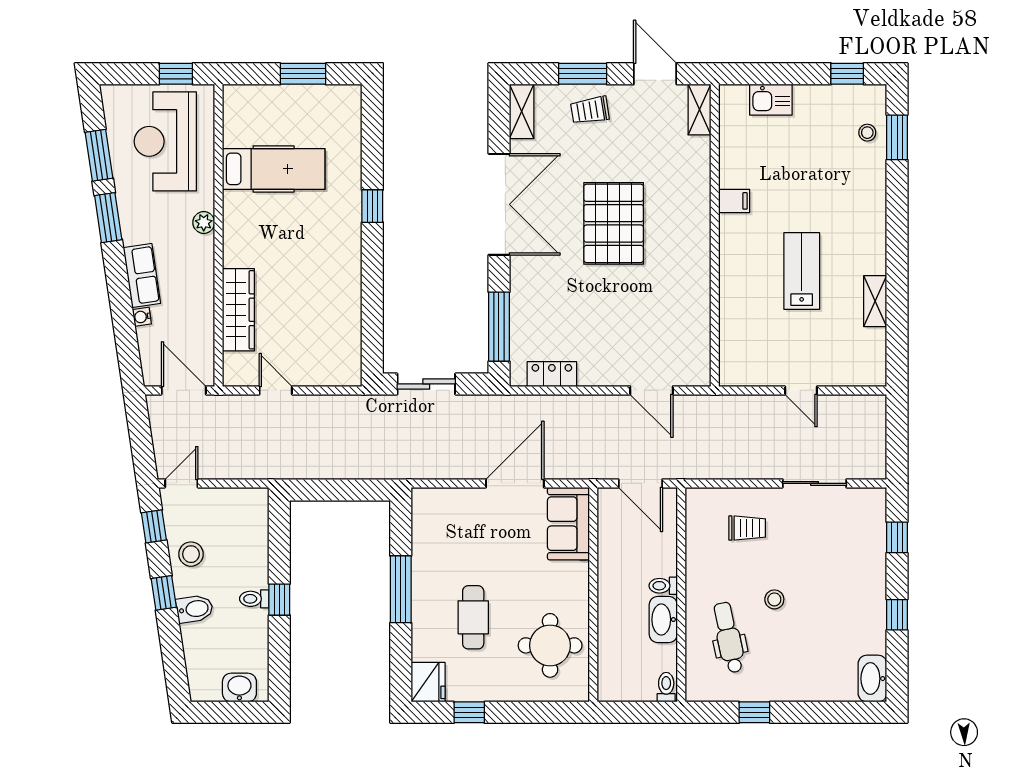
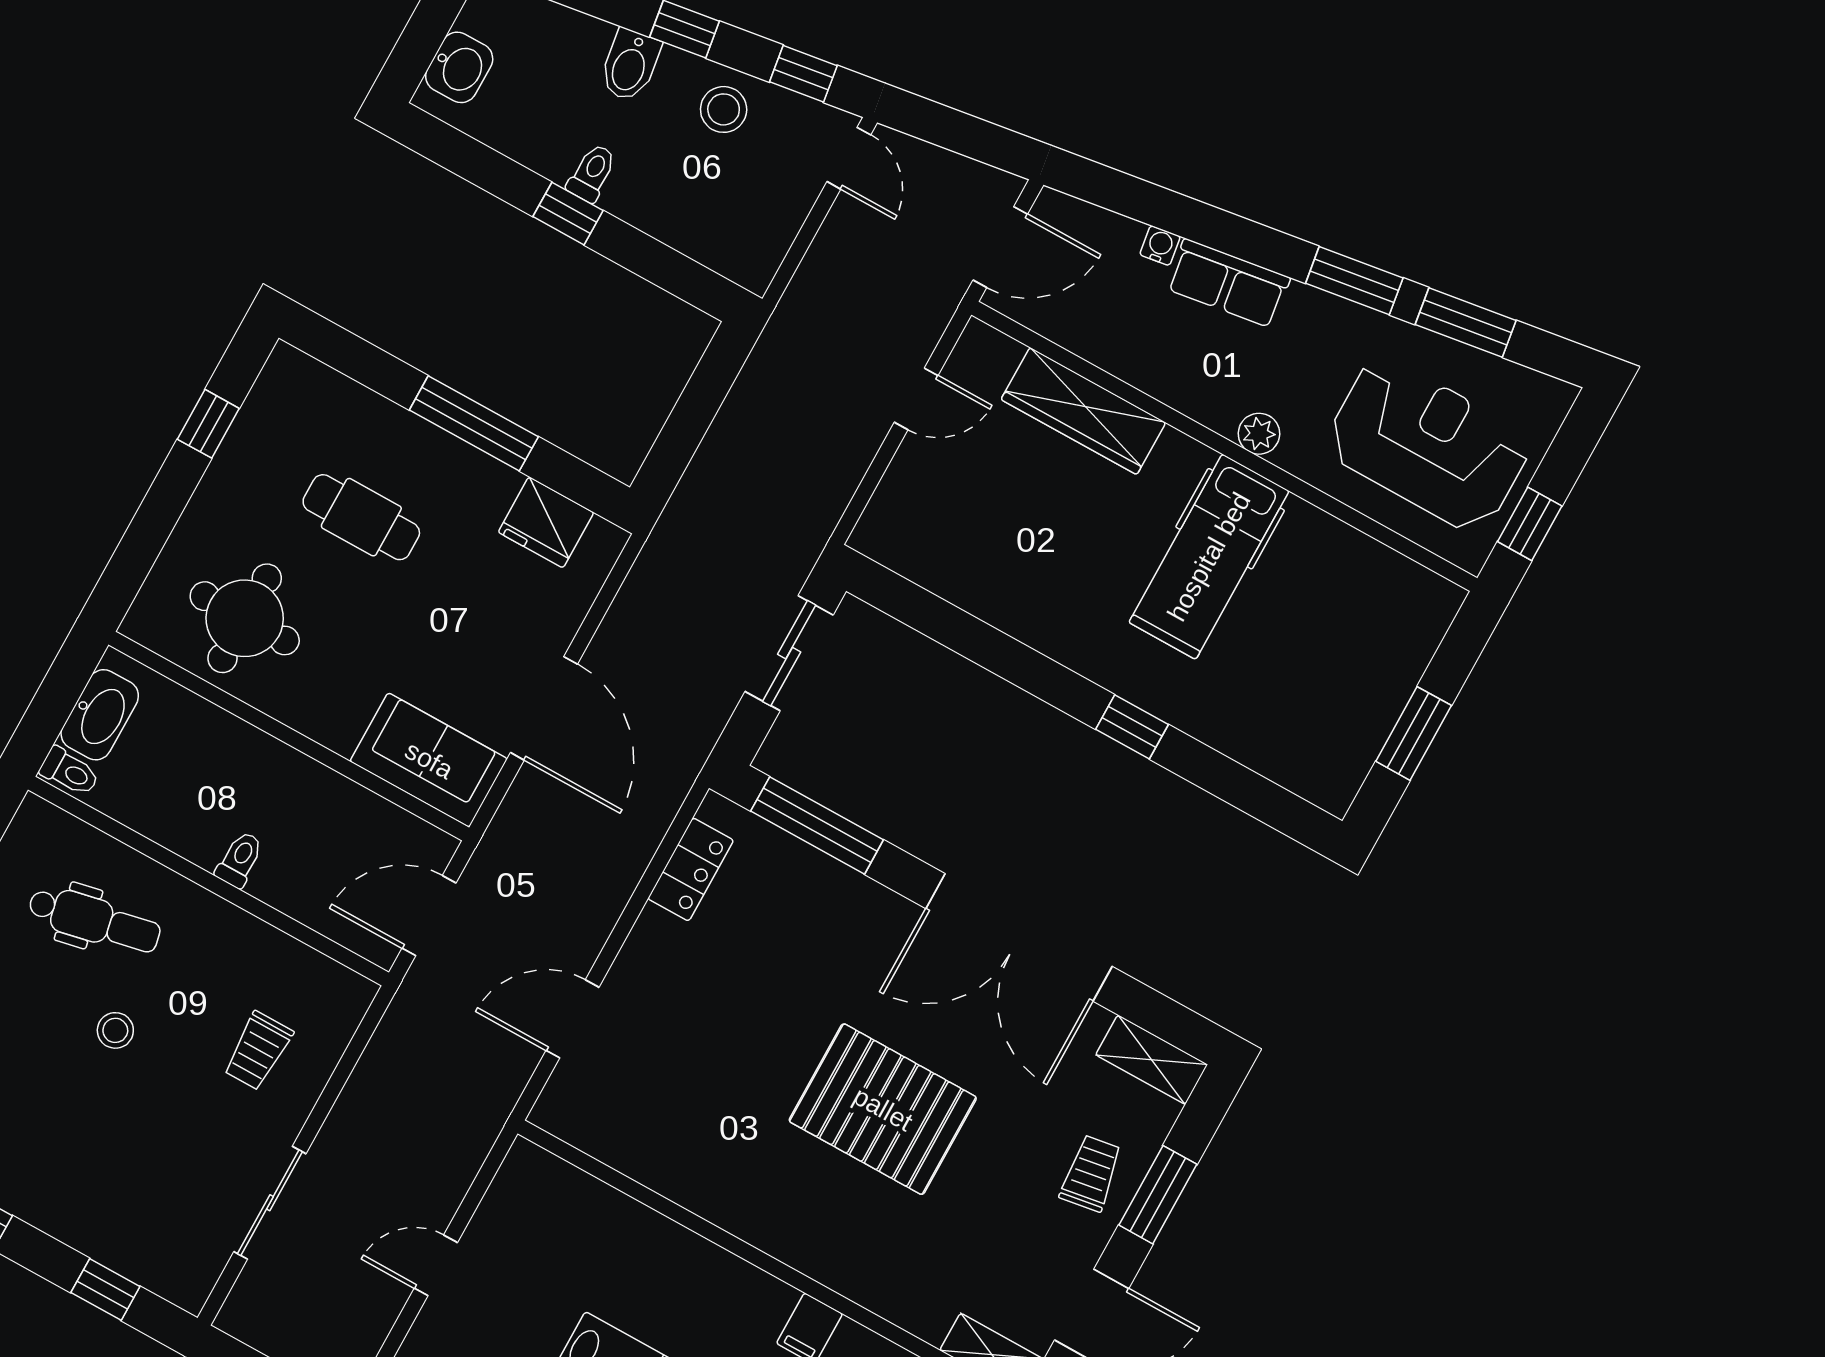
hospital bed: (274, 169) -> (1209, 557), moved
washbasin: (663, 620) -> (100, 715), moved, turned 90
fridge: (428, 682) -> (546, 522), moved

